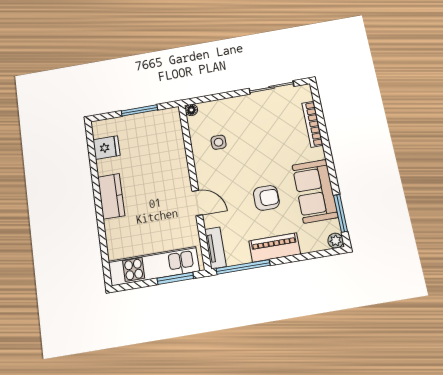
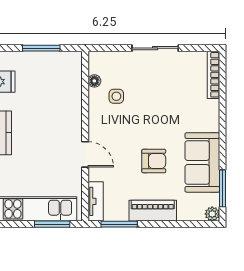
sliding door: (272, 87) -> (155, 48), moved
floor lamp: (191, 110) -> (94, 81), moved
bookcase: (312, 124) -> (213, 75), moved
window: (243, 267) -> (119, 224), width x0.69

